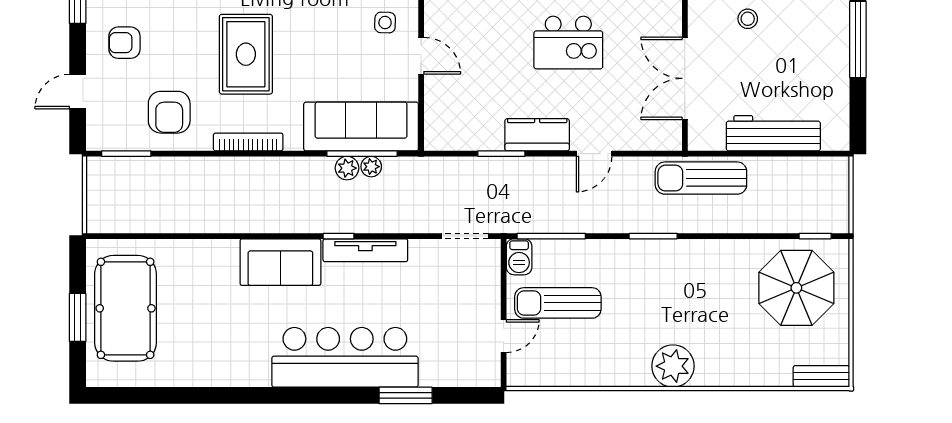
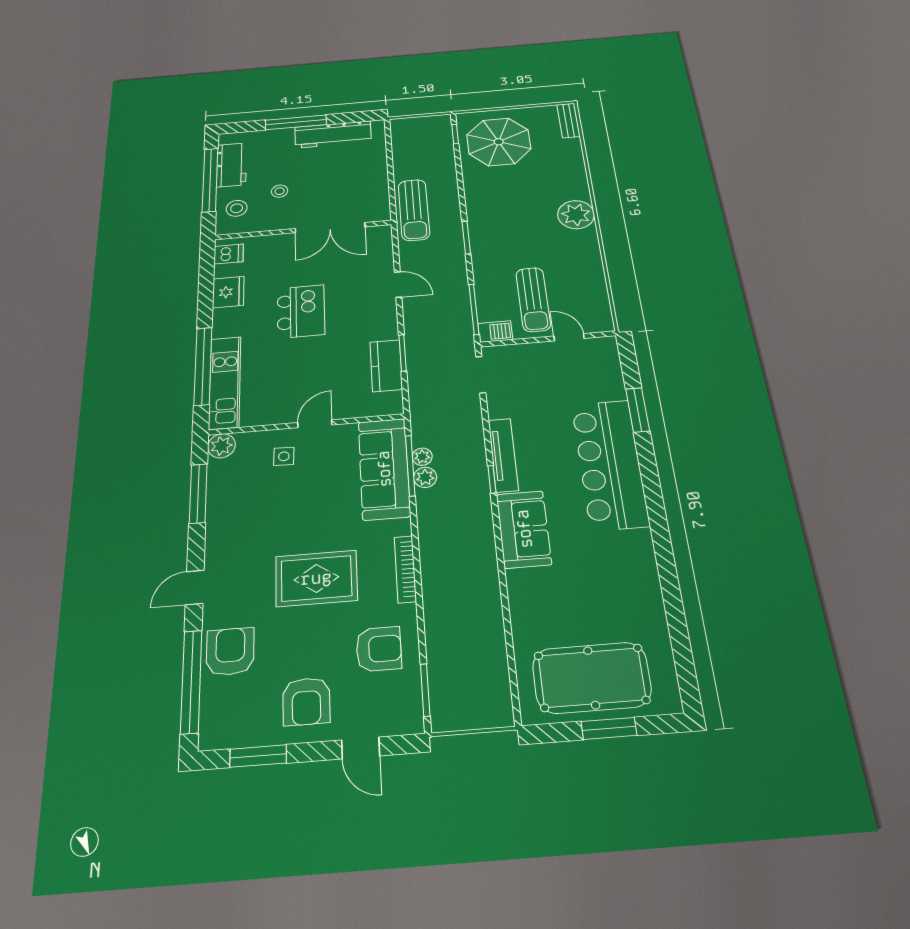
armchair: (124, 43) -> (306, 701), width x1.38, depth x1.38
workbench: (773, 133) -> (333, 134), moved, turned -90
kitchen counter: (537, 135) -> (386, 366), moved

